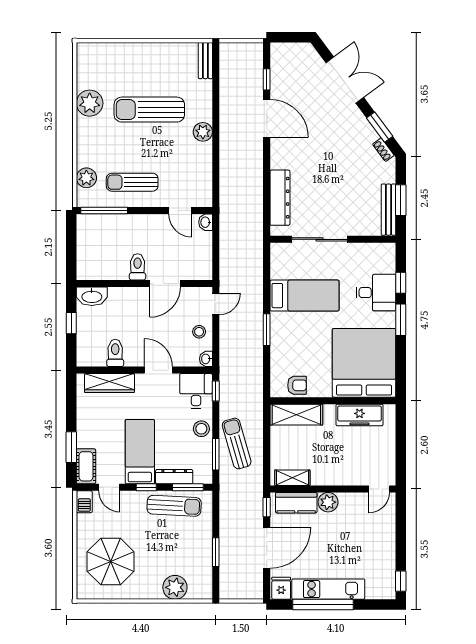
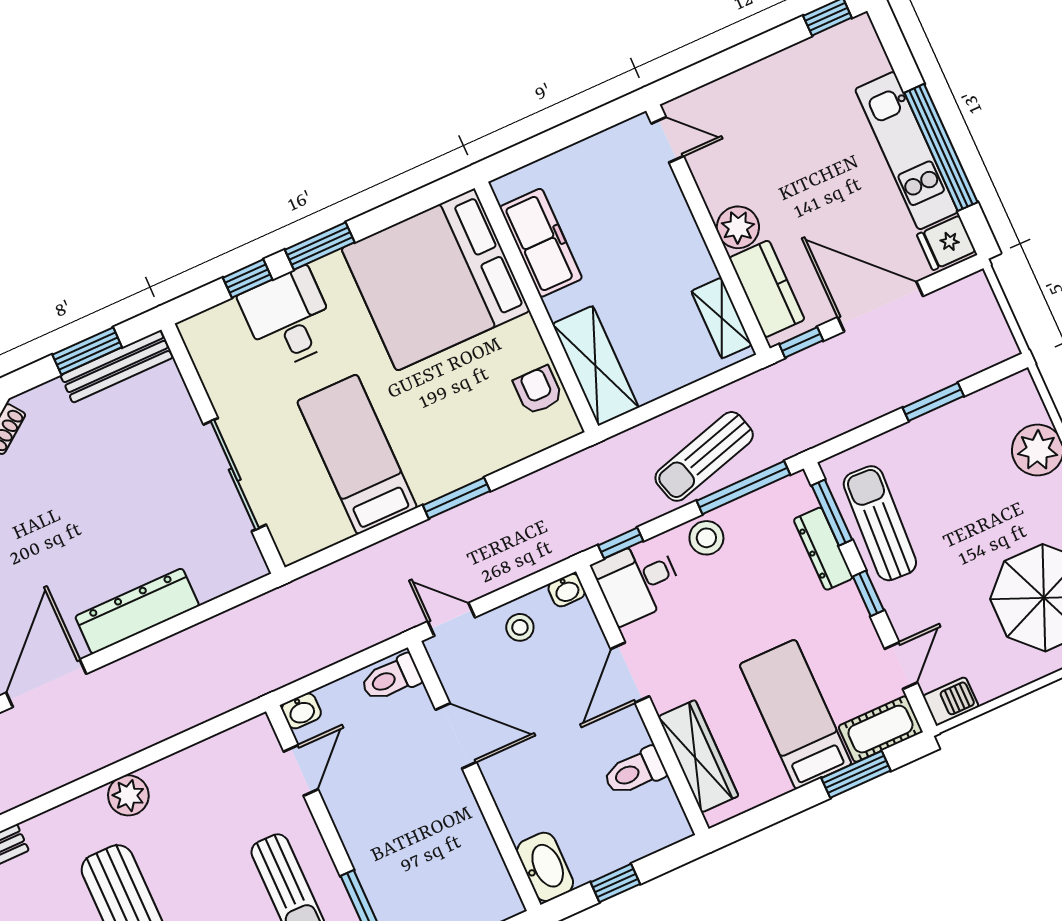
dresser: (280, 198) -> (137, 611), moved
toilet: (138, 267) -> (391, 678), moved
bed: (140, 452) -> (796, 714), moved, turned 90
window: (216, 454) -> (743, 488), width x1.44

